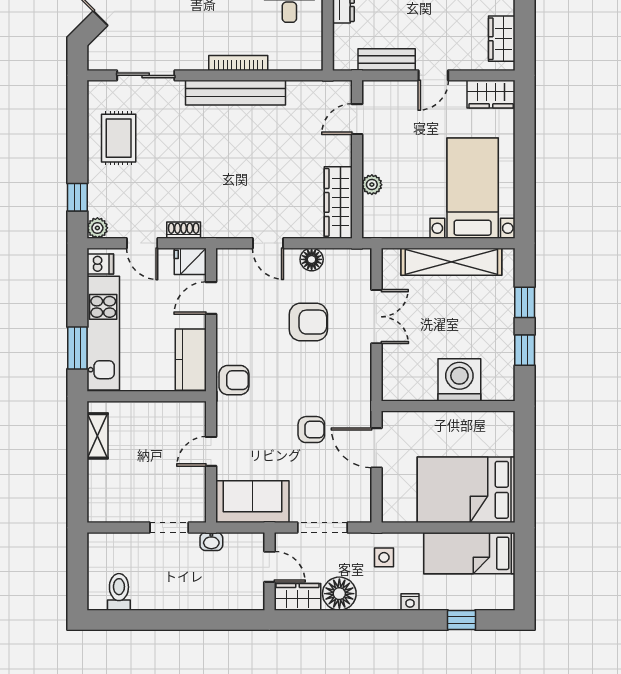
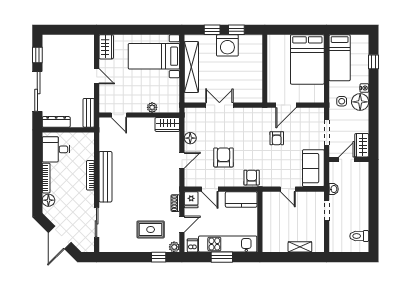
wardrobe: (502, 39) -> (78, 41), removed
bench: (387, 60) -> (89, 113), moved
rug: (119, 138) -> (151, 229), moved
wardrobe: (338, 202) -> (167, 125), width x0.67
armchair: (308, 322) -> (224, 157), moved
window: (77, 348) -> (222, 257), moved
washing machine: (459, 380) -> (227, 45), moved, turned -90
armchair: (311, 430) -> (277, 138), turned 180
shelving: (97, 436) -> (300, 247), moved
floor lamp: (339, 594) -> (360, 102), moved

